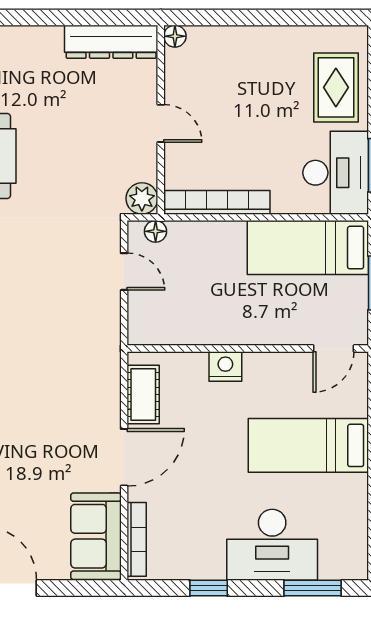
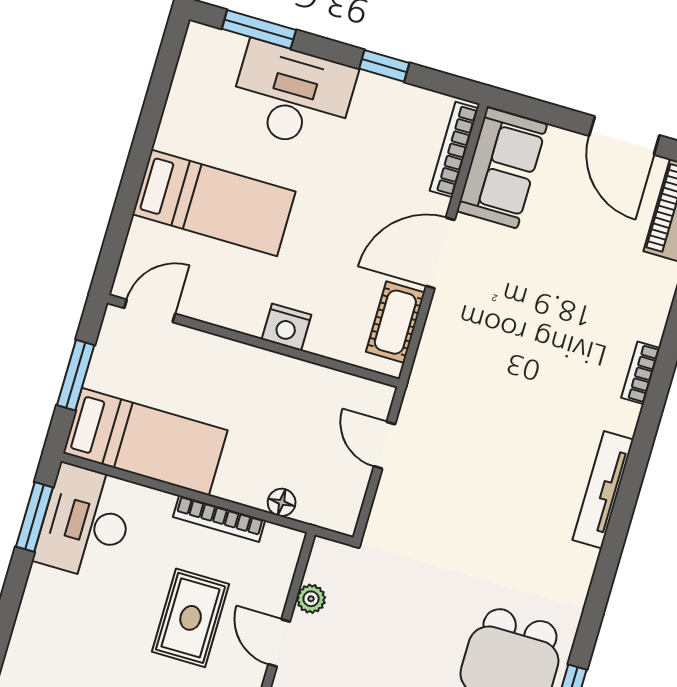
rug: (336, 87) -> (191, 618), moved
plant: (142, 198) -> (311, 599), moved, width x0.73, depth x0.73
bookcase: (217, 202) -> (219, 519), width x0.68, depth x0.76
floor lamp: (156, 231) -> (282, 502), moved
door: (124, 272) -> (384, 445), moved

